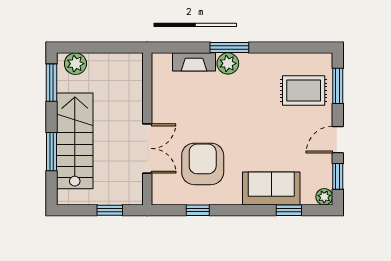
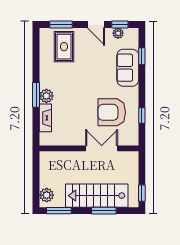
plant: (324, 197) -> (118, 33), moved
window: (110, 210) -> (142, 193), moved

